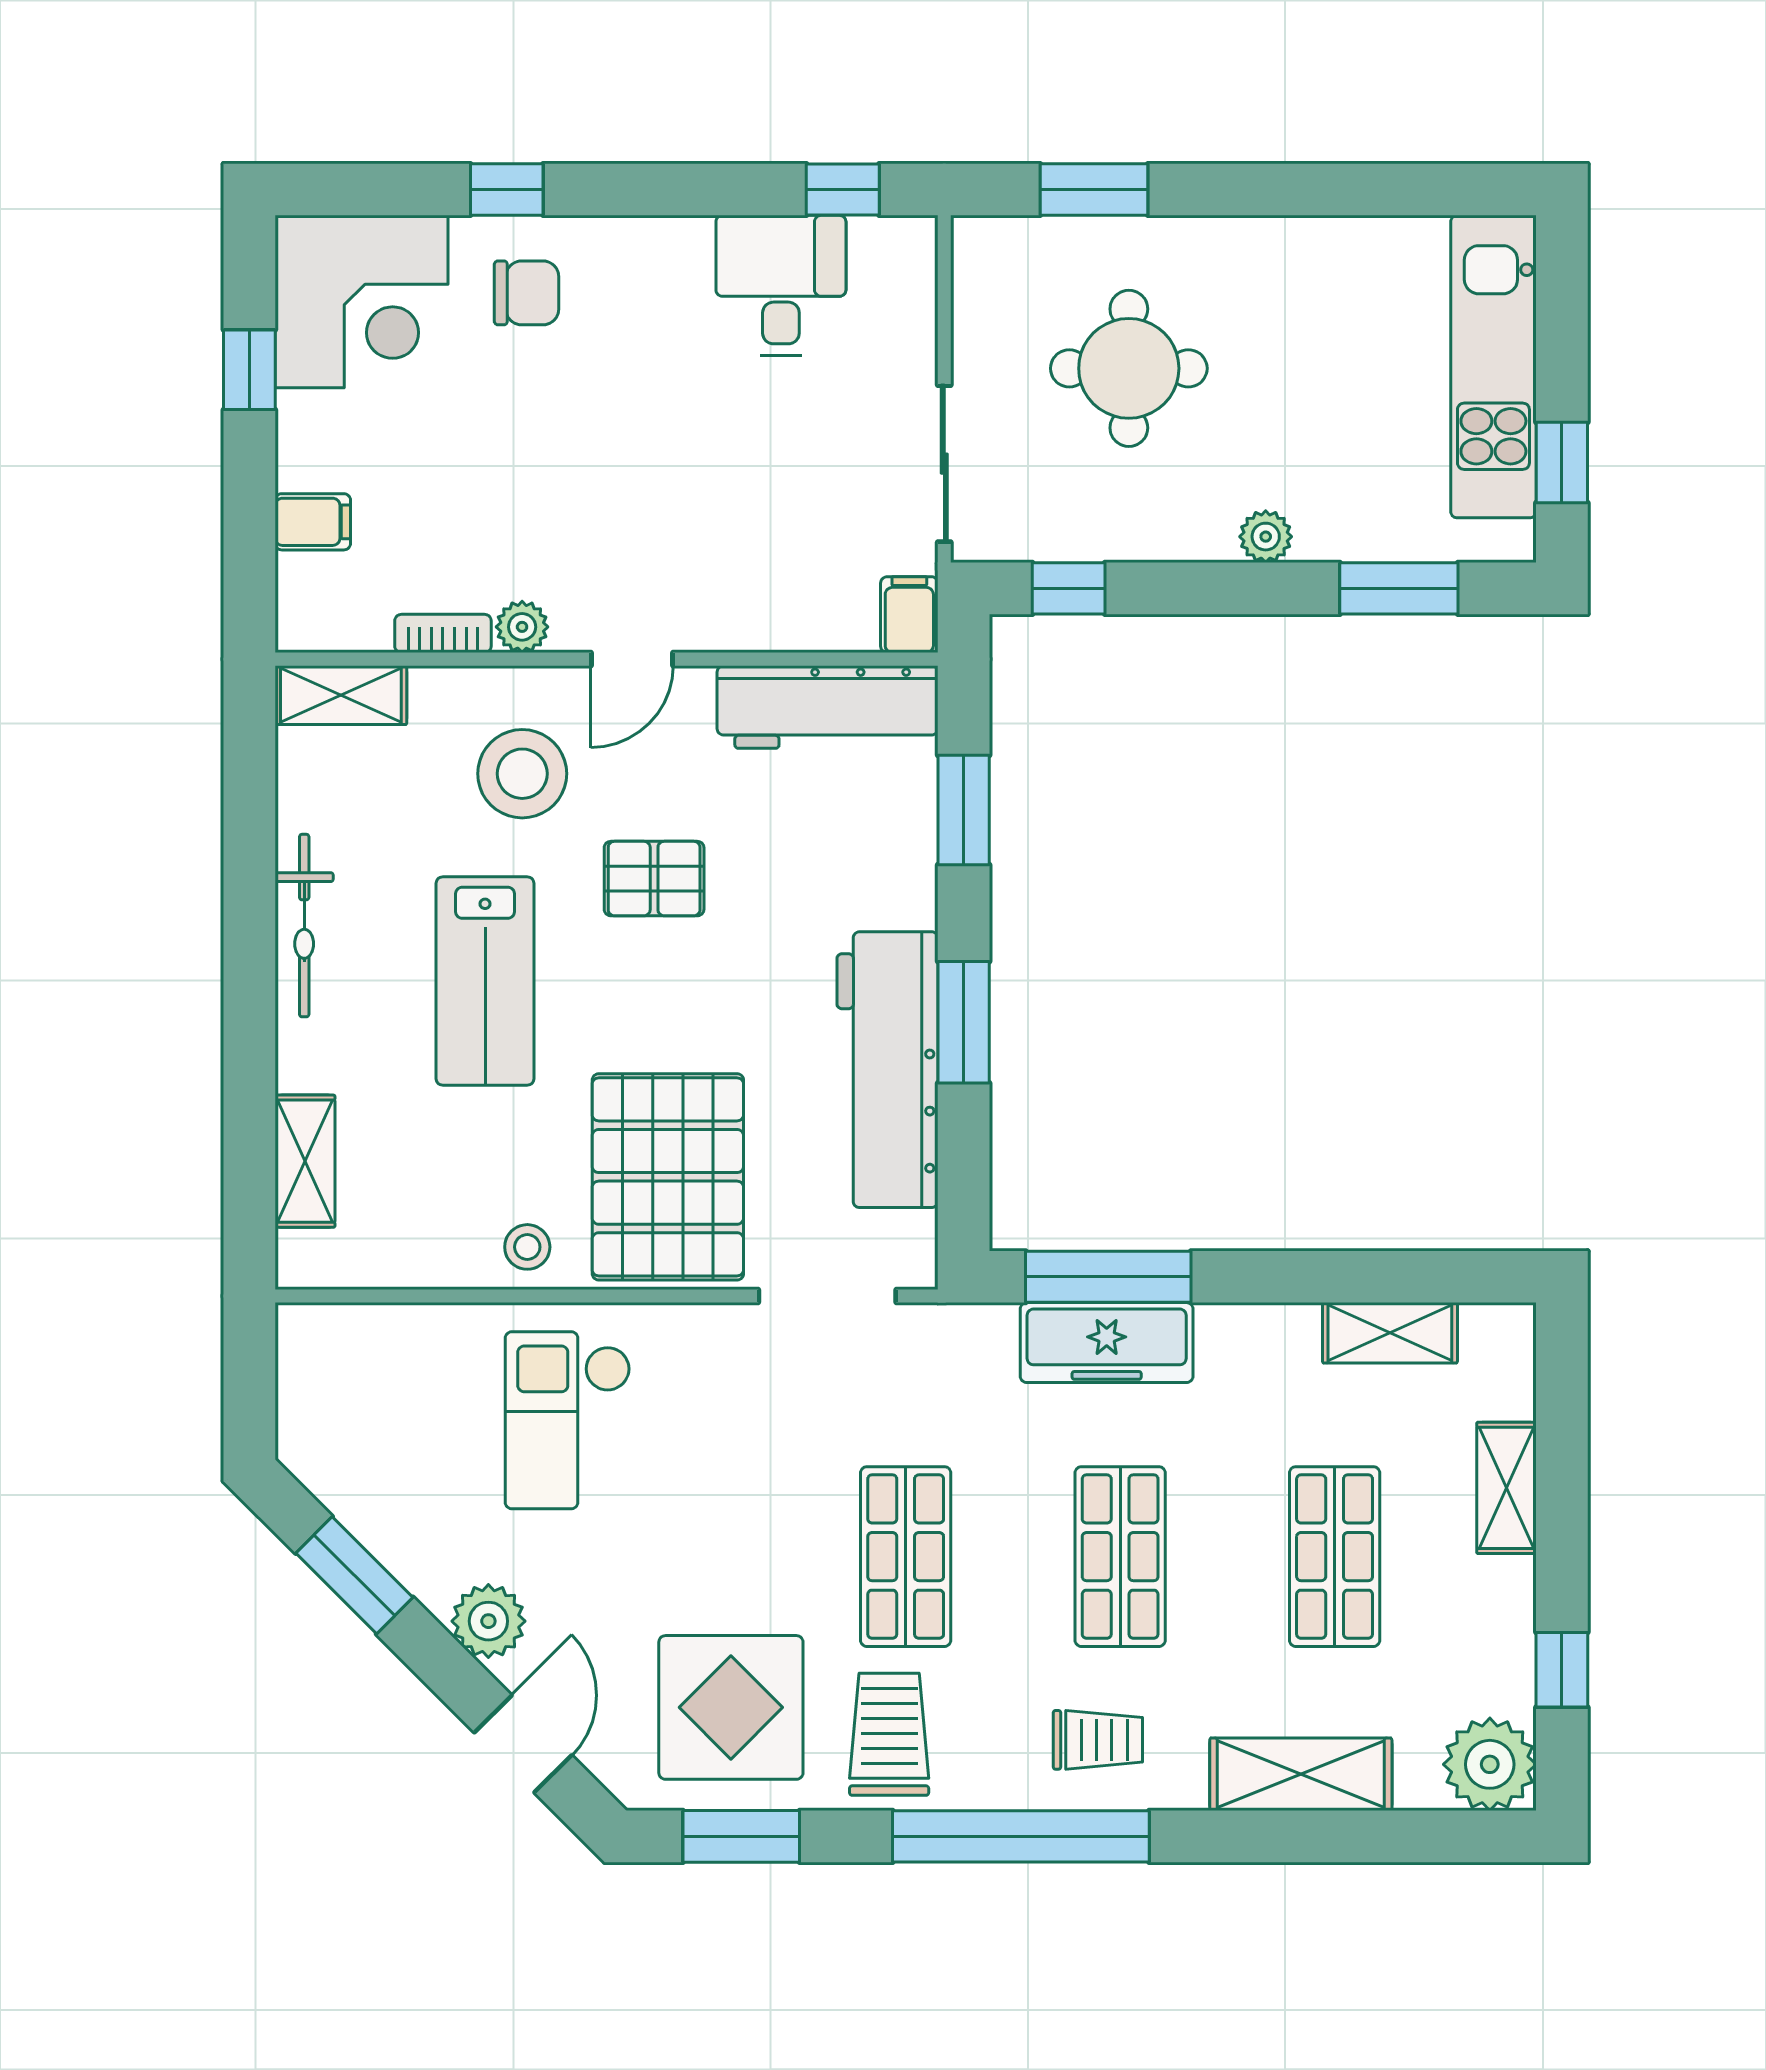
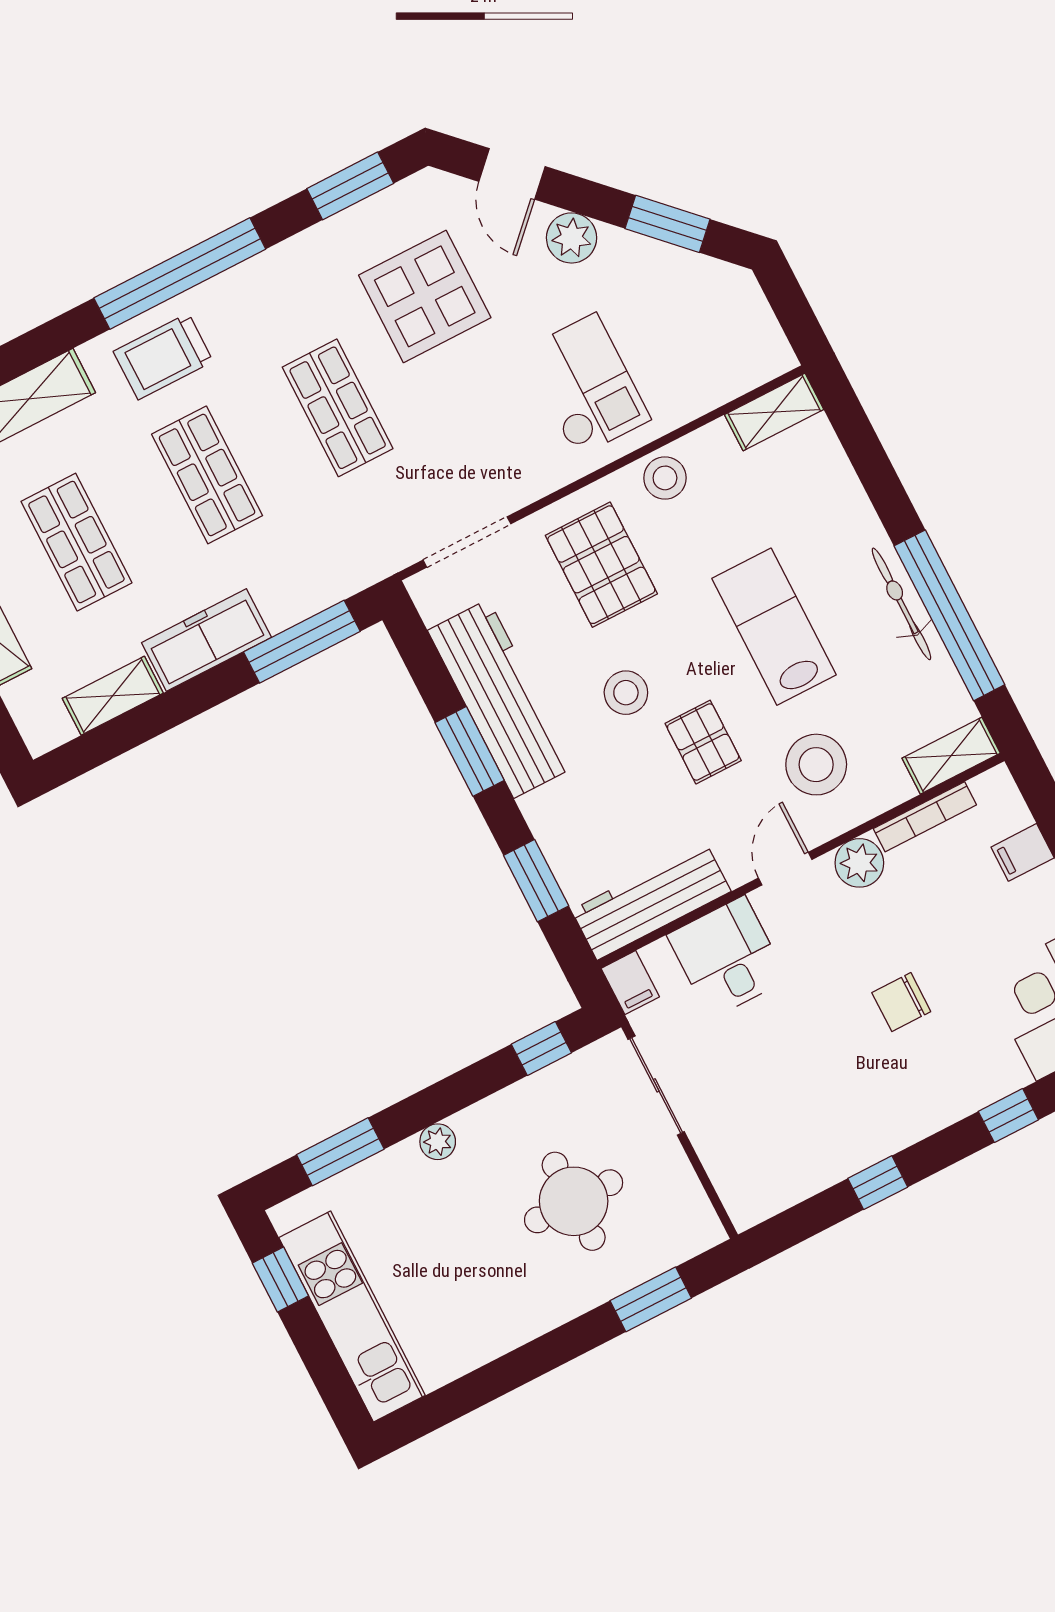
window: (843, 190) -> (878, 1183), moved
desk: (781, 285) -> (727, 957), moved, turned 180
chair: (527, 293) -> (901, 1002), moved
plant: (522, 627) -> (859, 863), width x1.38, depth x1.38
bookcase: (443, 633) -> (925, 817), width x1.56
window: (249, 879) -> (949, 615), added
pallet: (654, 879) -> (703, 742), turned 90
stool: (721, 994) -> (626, 693), added
shelving: (305, 1161) -> (774, 412), moved, turned 90
pallet: (668, 1177) -> (601, 565), width x0.73, depth x0.71
stool: (527, 1247) -> (665, 478), width x1.37, depth x1.37
freezer: (1107, 1343) -> (206, 640), moved
display table: (731, 1707) -> (425, 296), moved
trolley: (889, 1734) -> (292, 294), removed
trolley: (1098, 1740) -> (163, 356), width x1.36, depth x1.39

